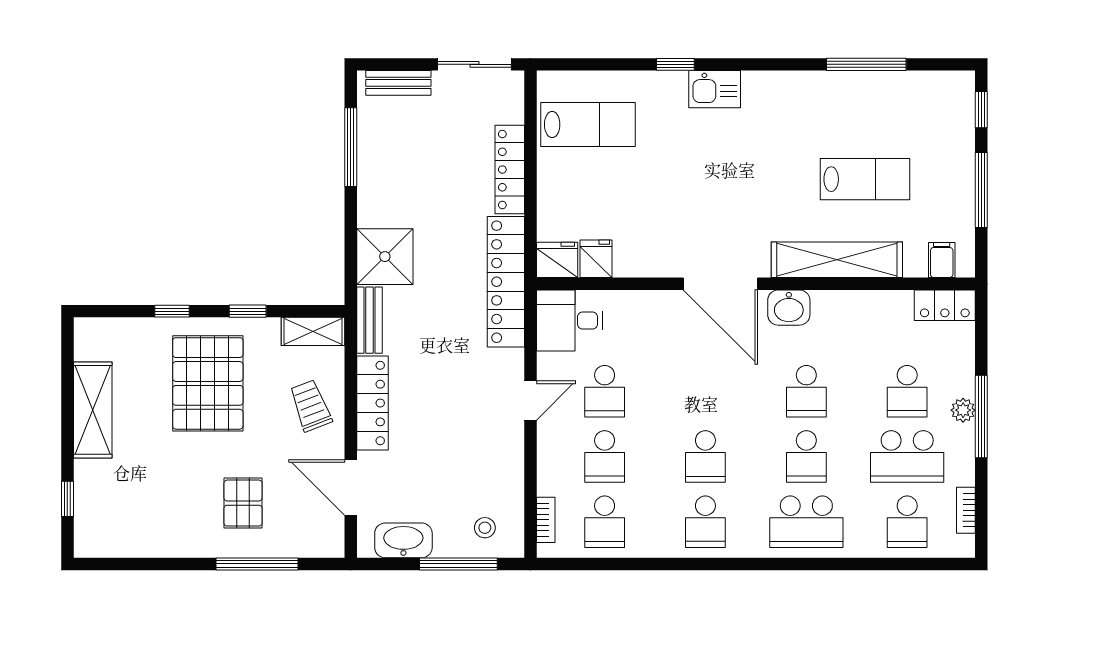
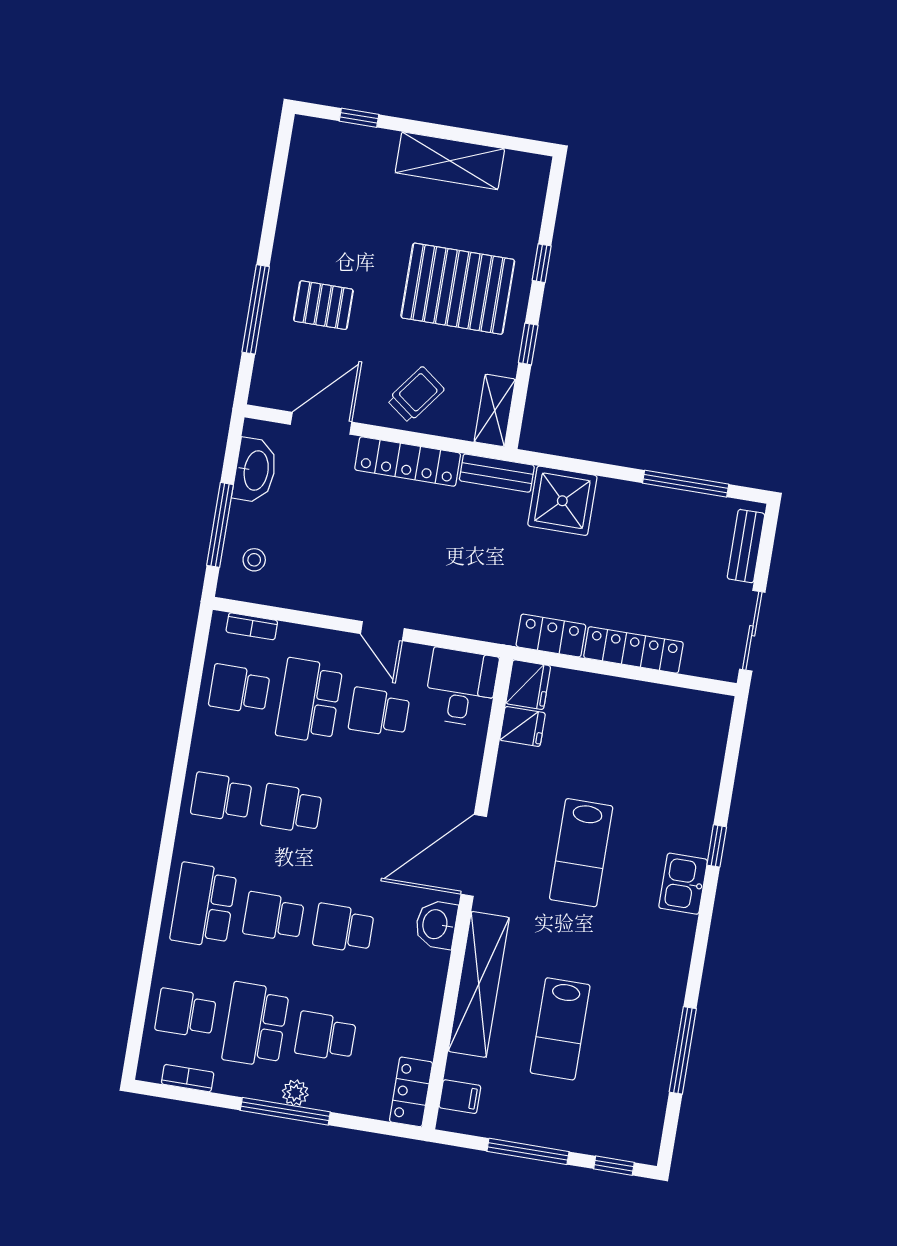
lab bench: (588, 125) -> (581, 853), moved
locker: (506, 282) -> (551, 636), width x0.46, depth x0.83
trolley: (310, 406) -> (416, 395), turned -32
school desk: (605, 456) -> (309, 701), width x1.85

